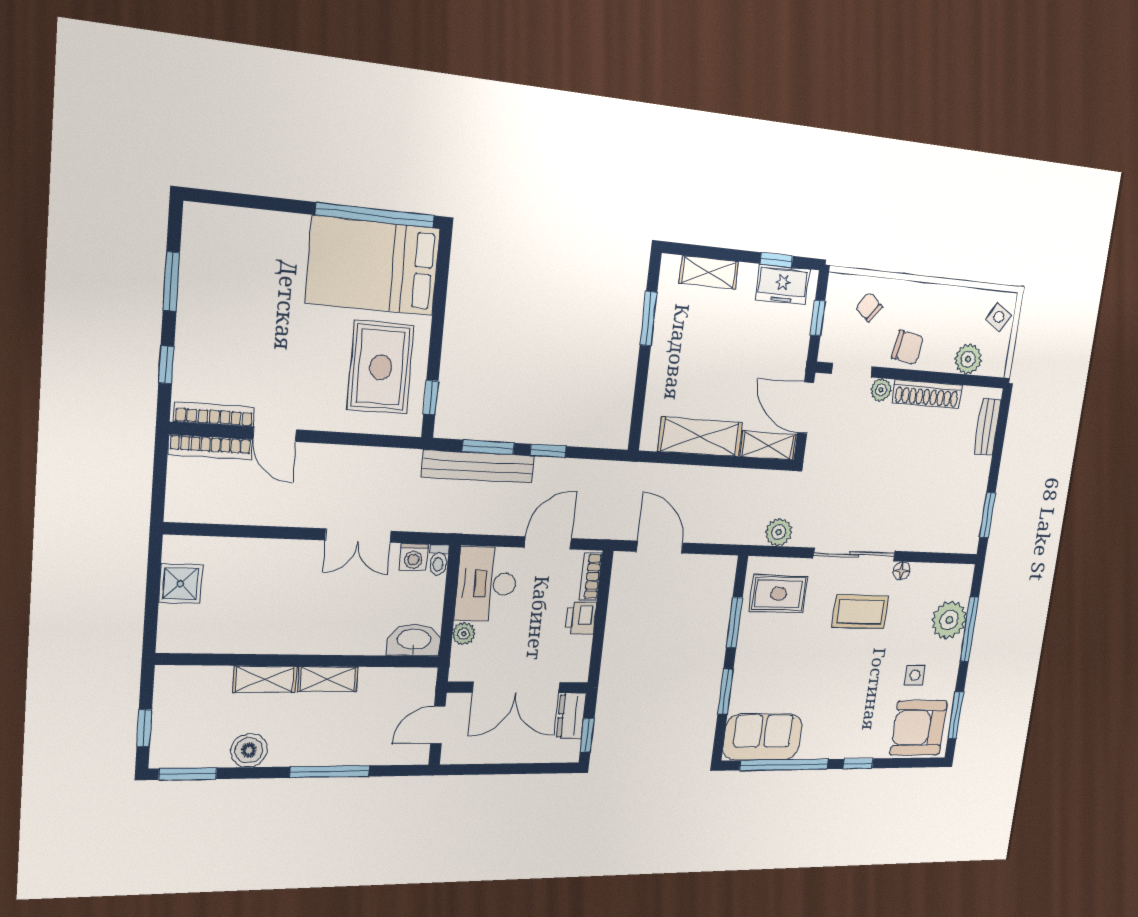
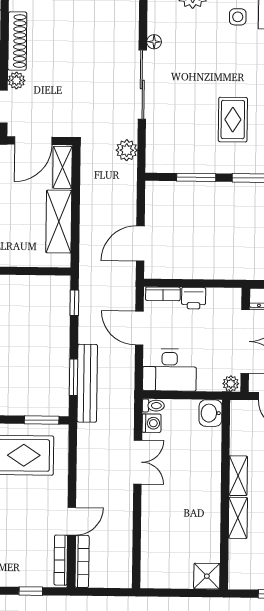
window: (431, 397) -> (42, 420), width x1.50
window: (548, 451) -> (74, 303), moved
shower: (180, 584) -> (207, 576), moved
rug: (779, 594) -> (233, 120), moved
coffee table: (860, 612) -> (187, 73), removed
plant: (464, 634) -> (231, 384), moved
washbasin: (414, 640) -> (210, 413), width x0.72

